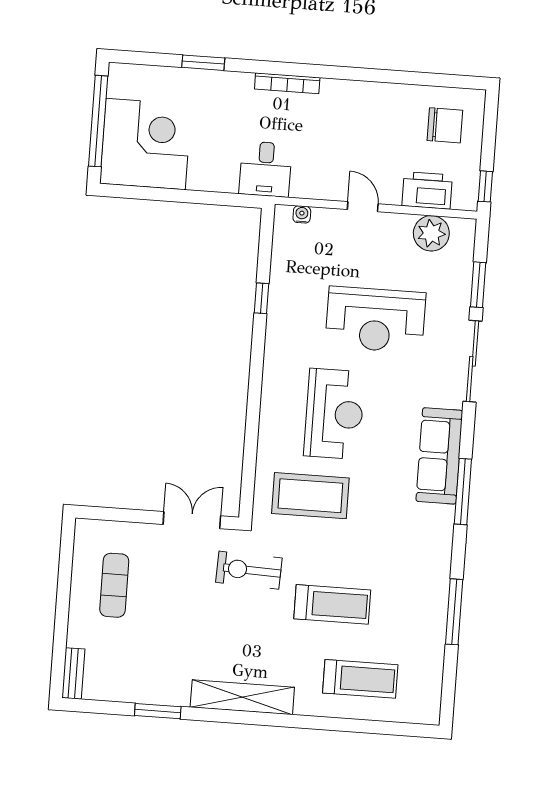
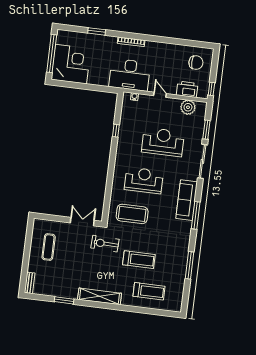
desk: (265, 169) -> (130, 75), width x1.87, depth x1.30
reception desk: (375, 320) -> (163, 142), turned 180
reception desk: (334, 414) -> (144, 180), turned -90

